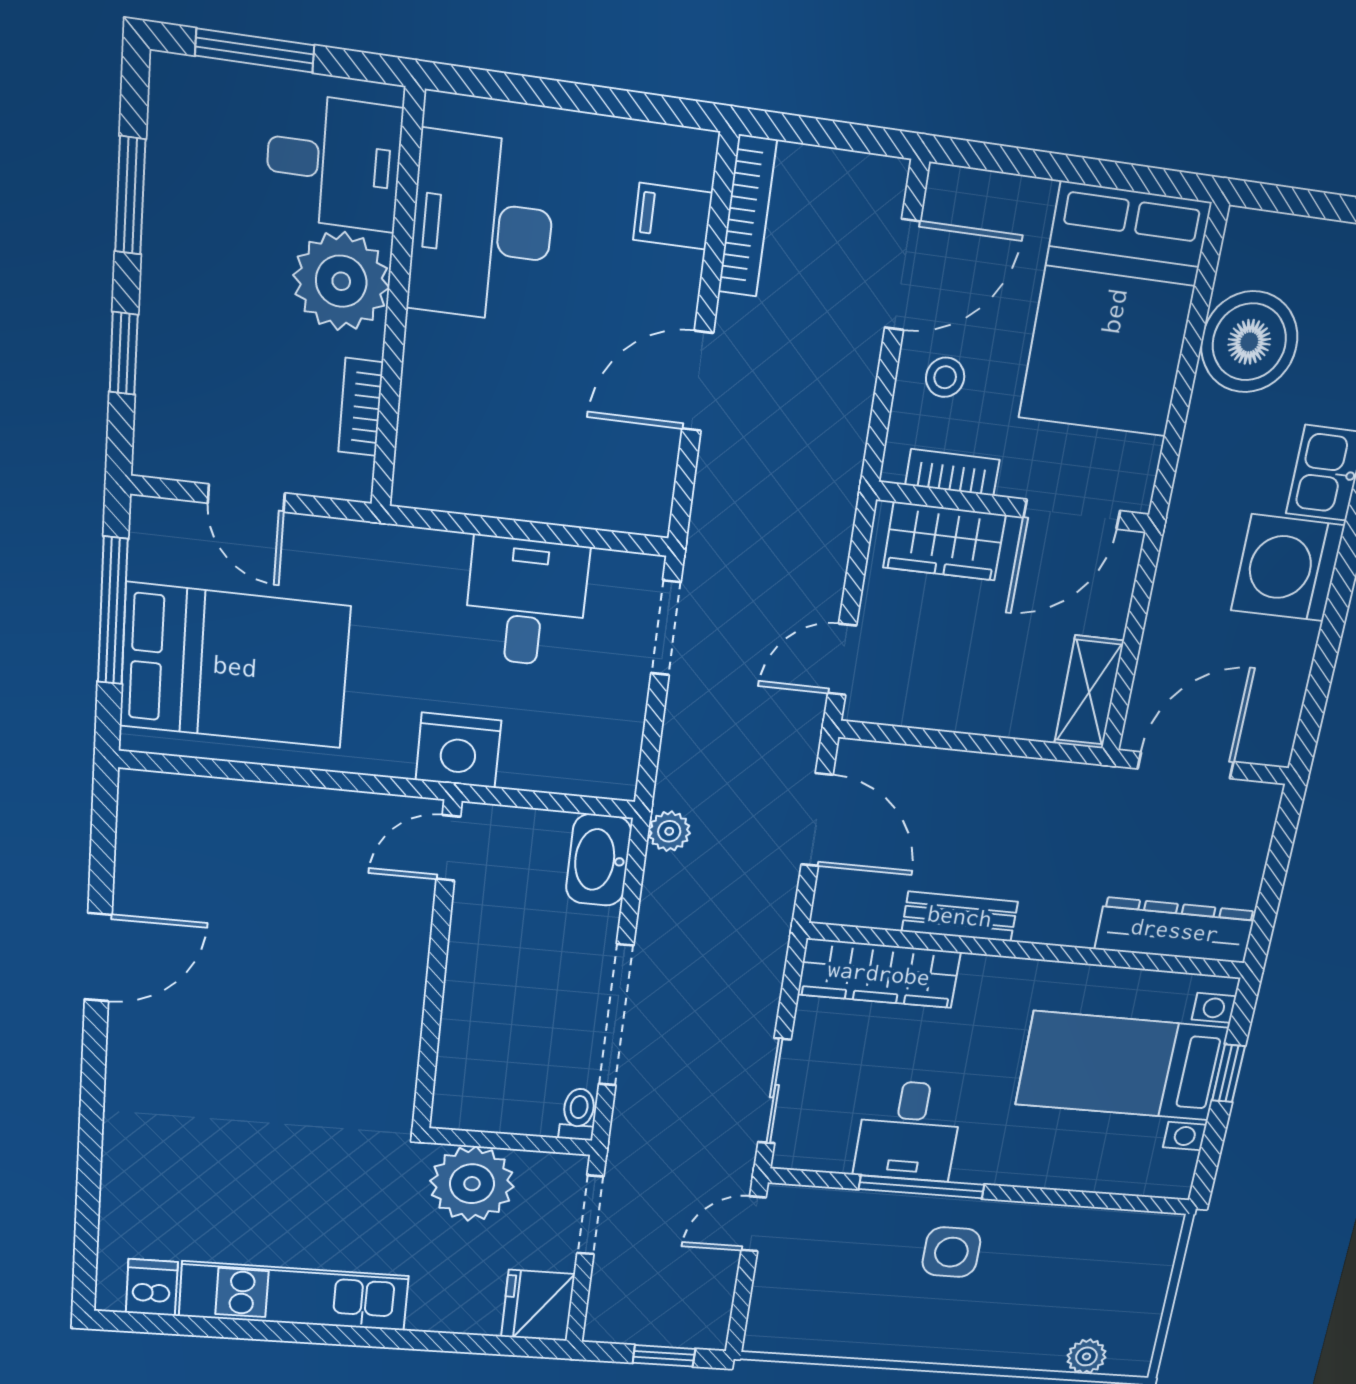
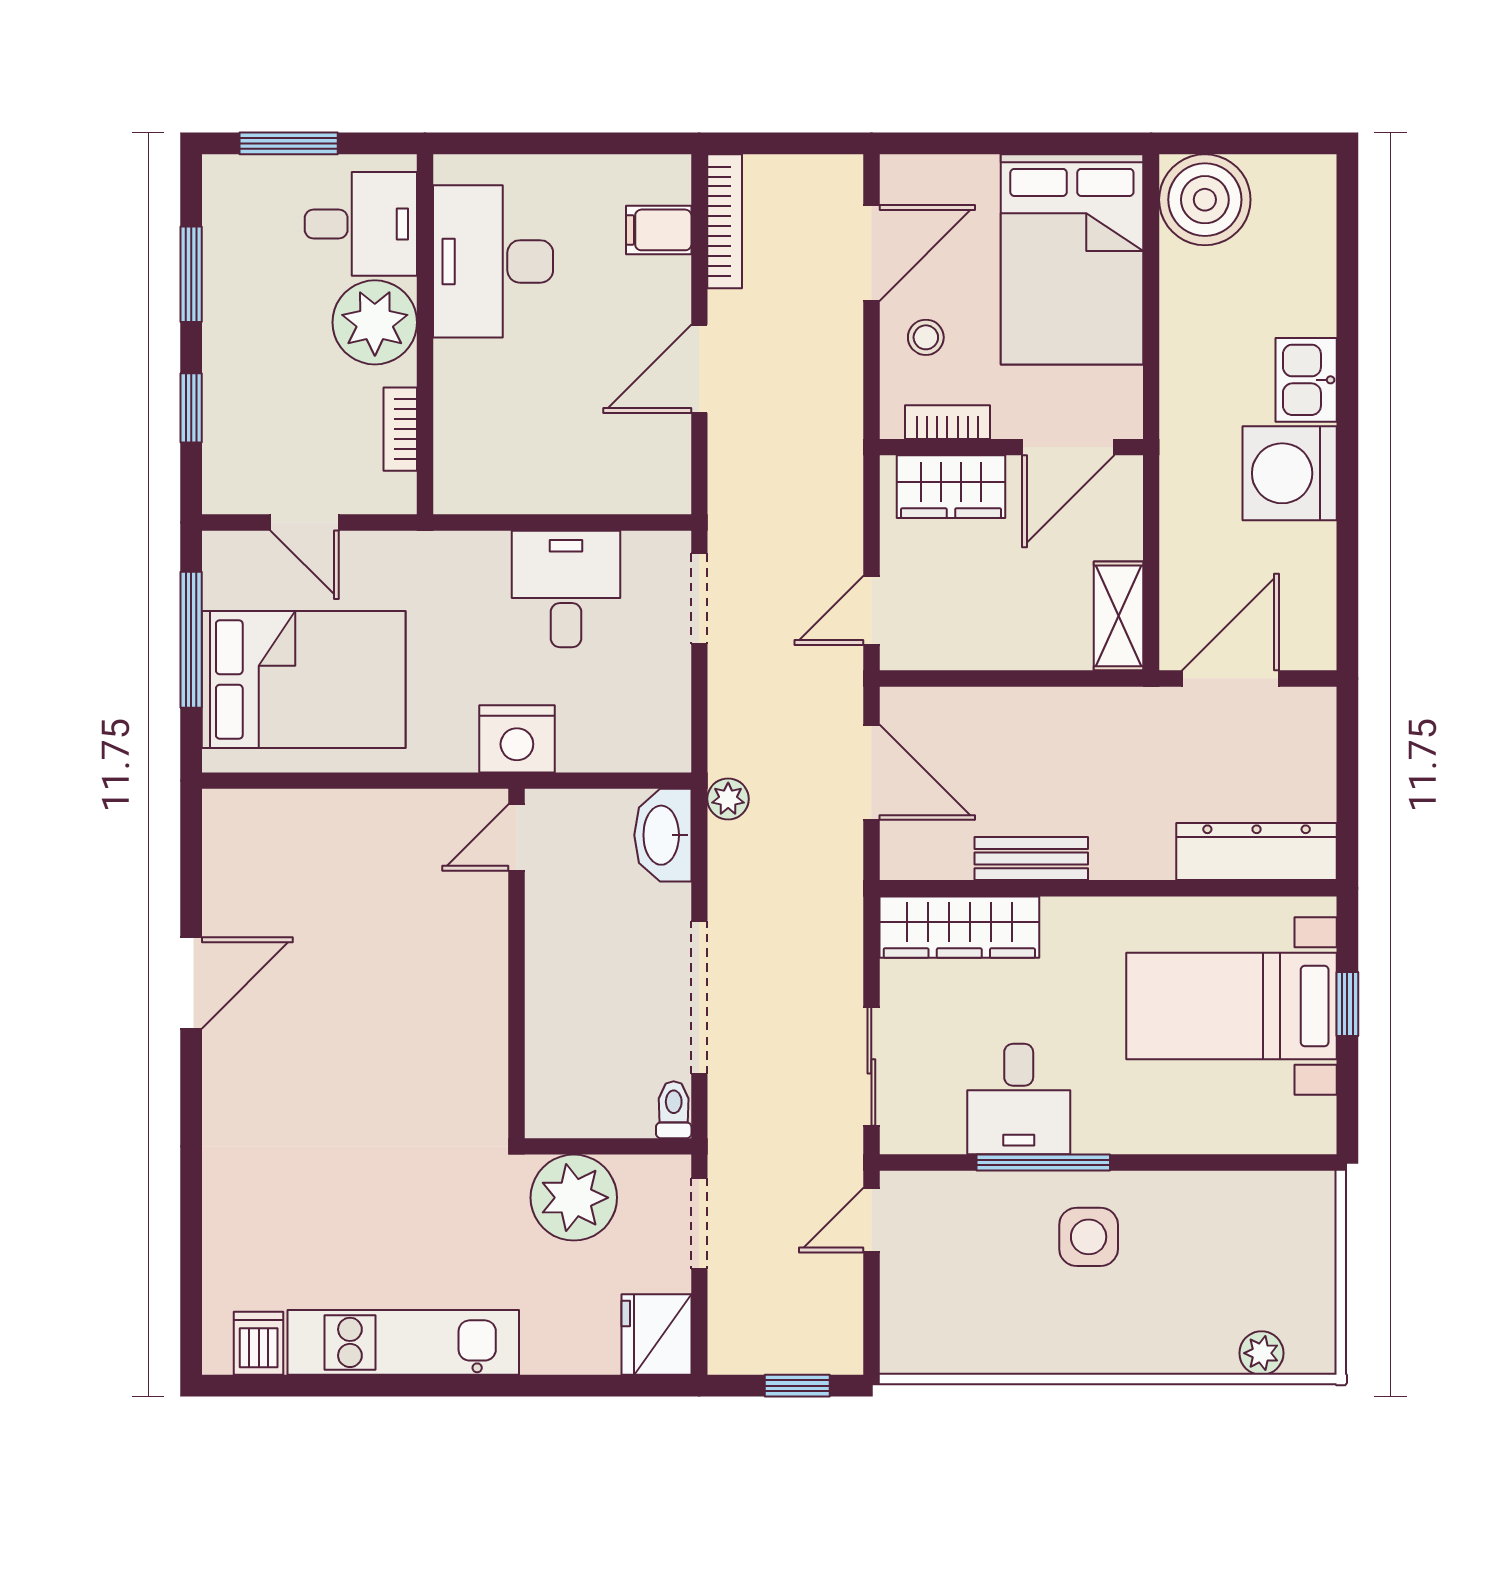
boiler: (1249, 342) -> (1205, 200), moved

